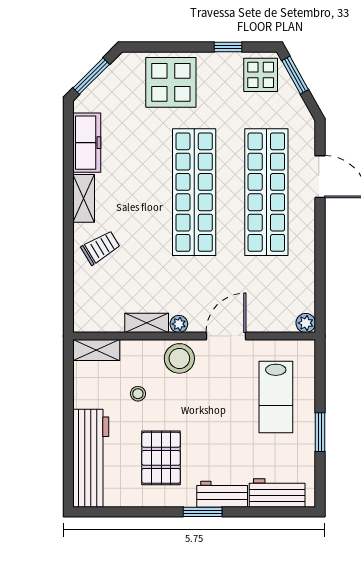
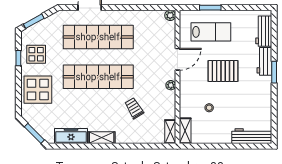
display table: (261, 75) -> (36, 54), moved
trolley: (101, 248) -> (134, 108), moved
shelving: (147, 323) -> (170, 132), moved
door: (226, 336) -> (177, 59), swing flipped
stool: (179, 358) -> (190, 85), removed
window: (320, 432) -> (210, 8), moved
workbench: (91, 458) -> (252, 136), width x0.73, depth x0.76
pallet: (161, 458) -> (223, 71), moved

